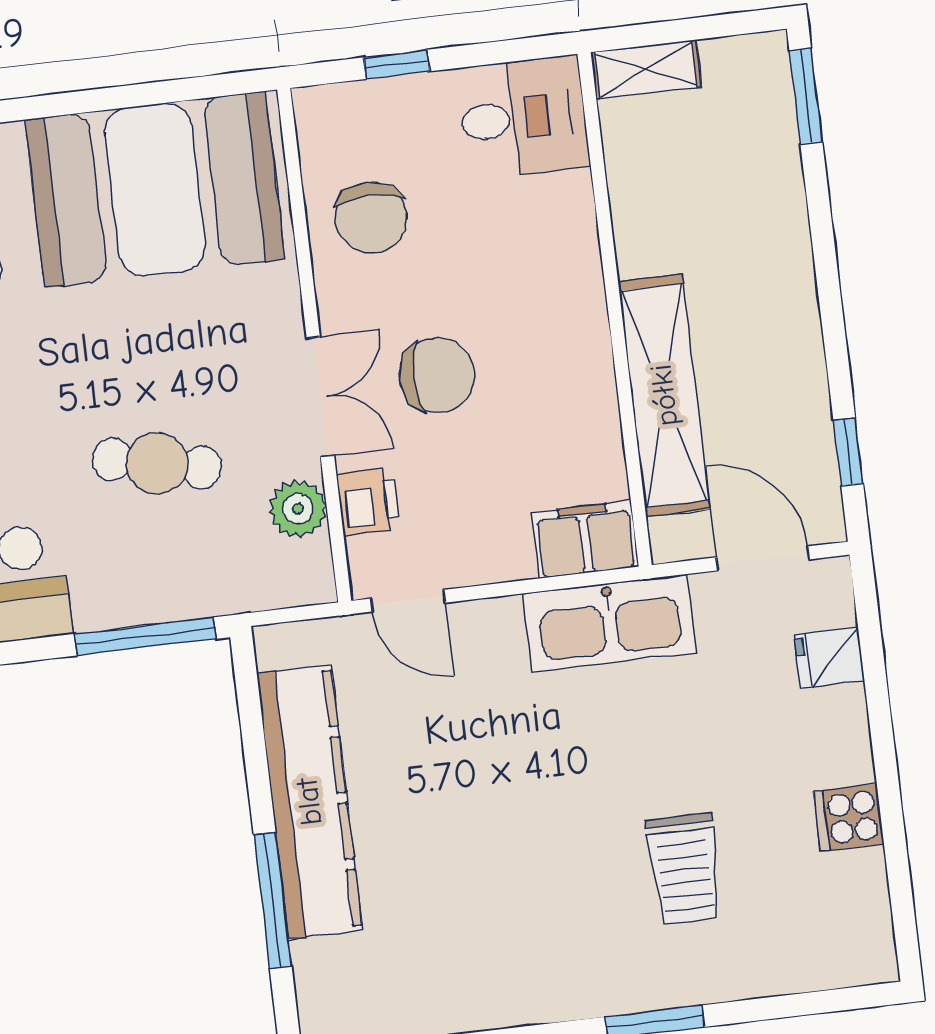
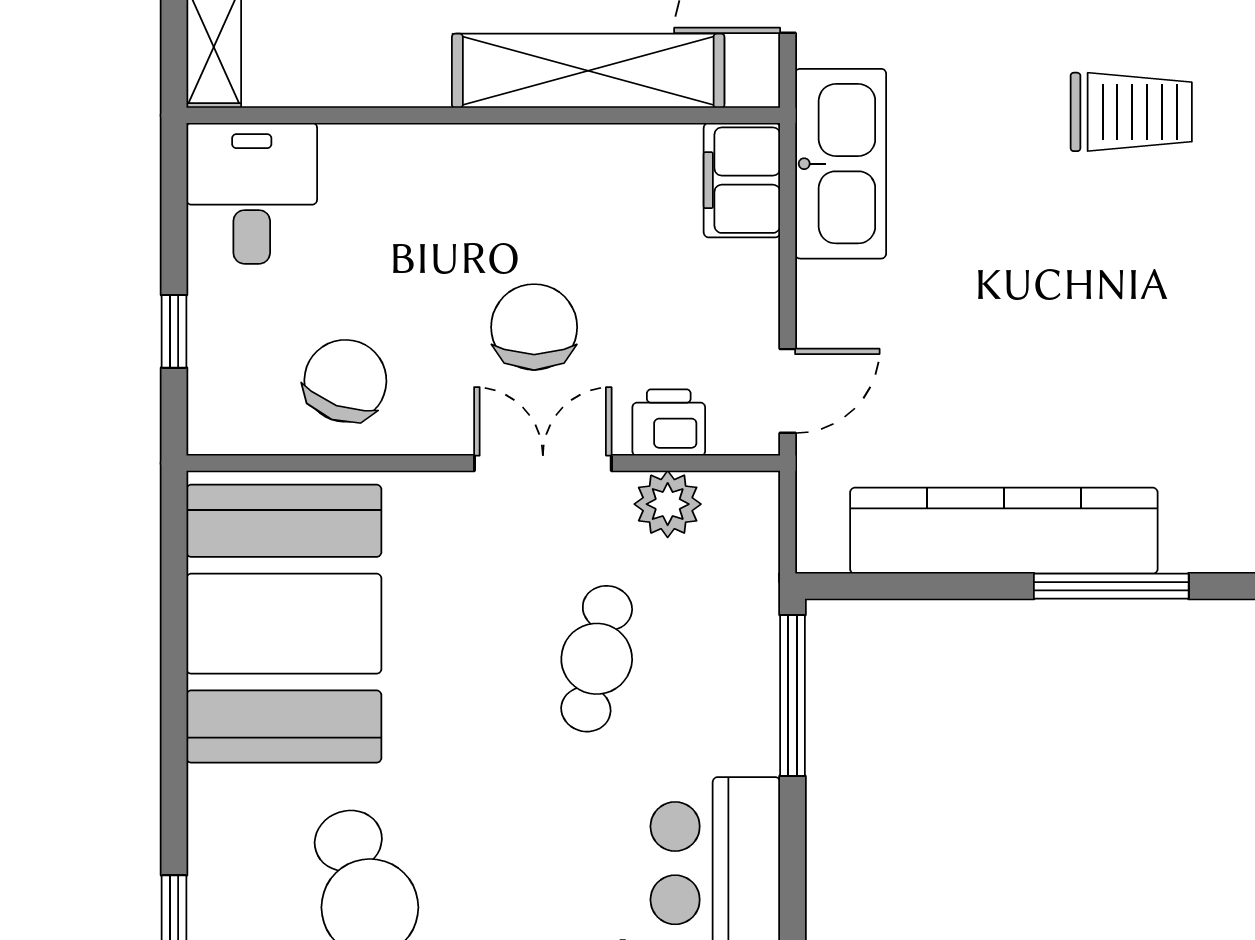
chair: (371, 218) -> (345, 381), turned -70

